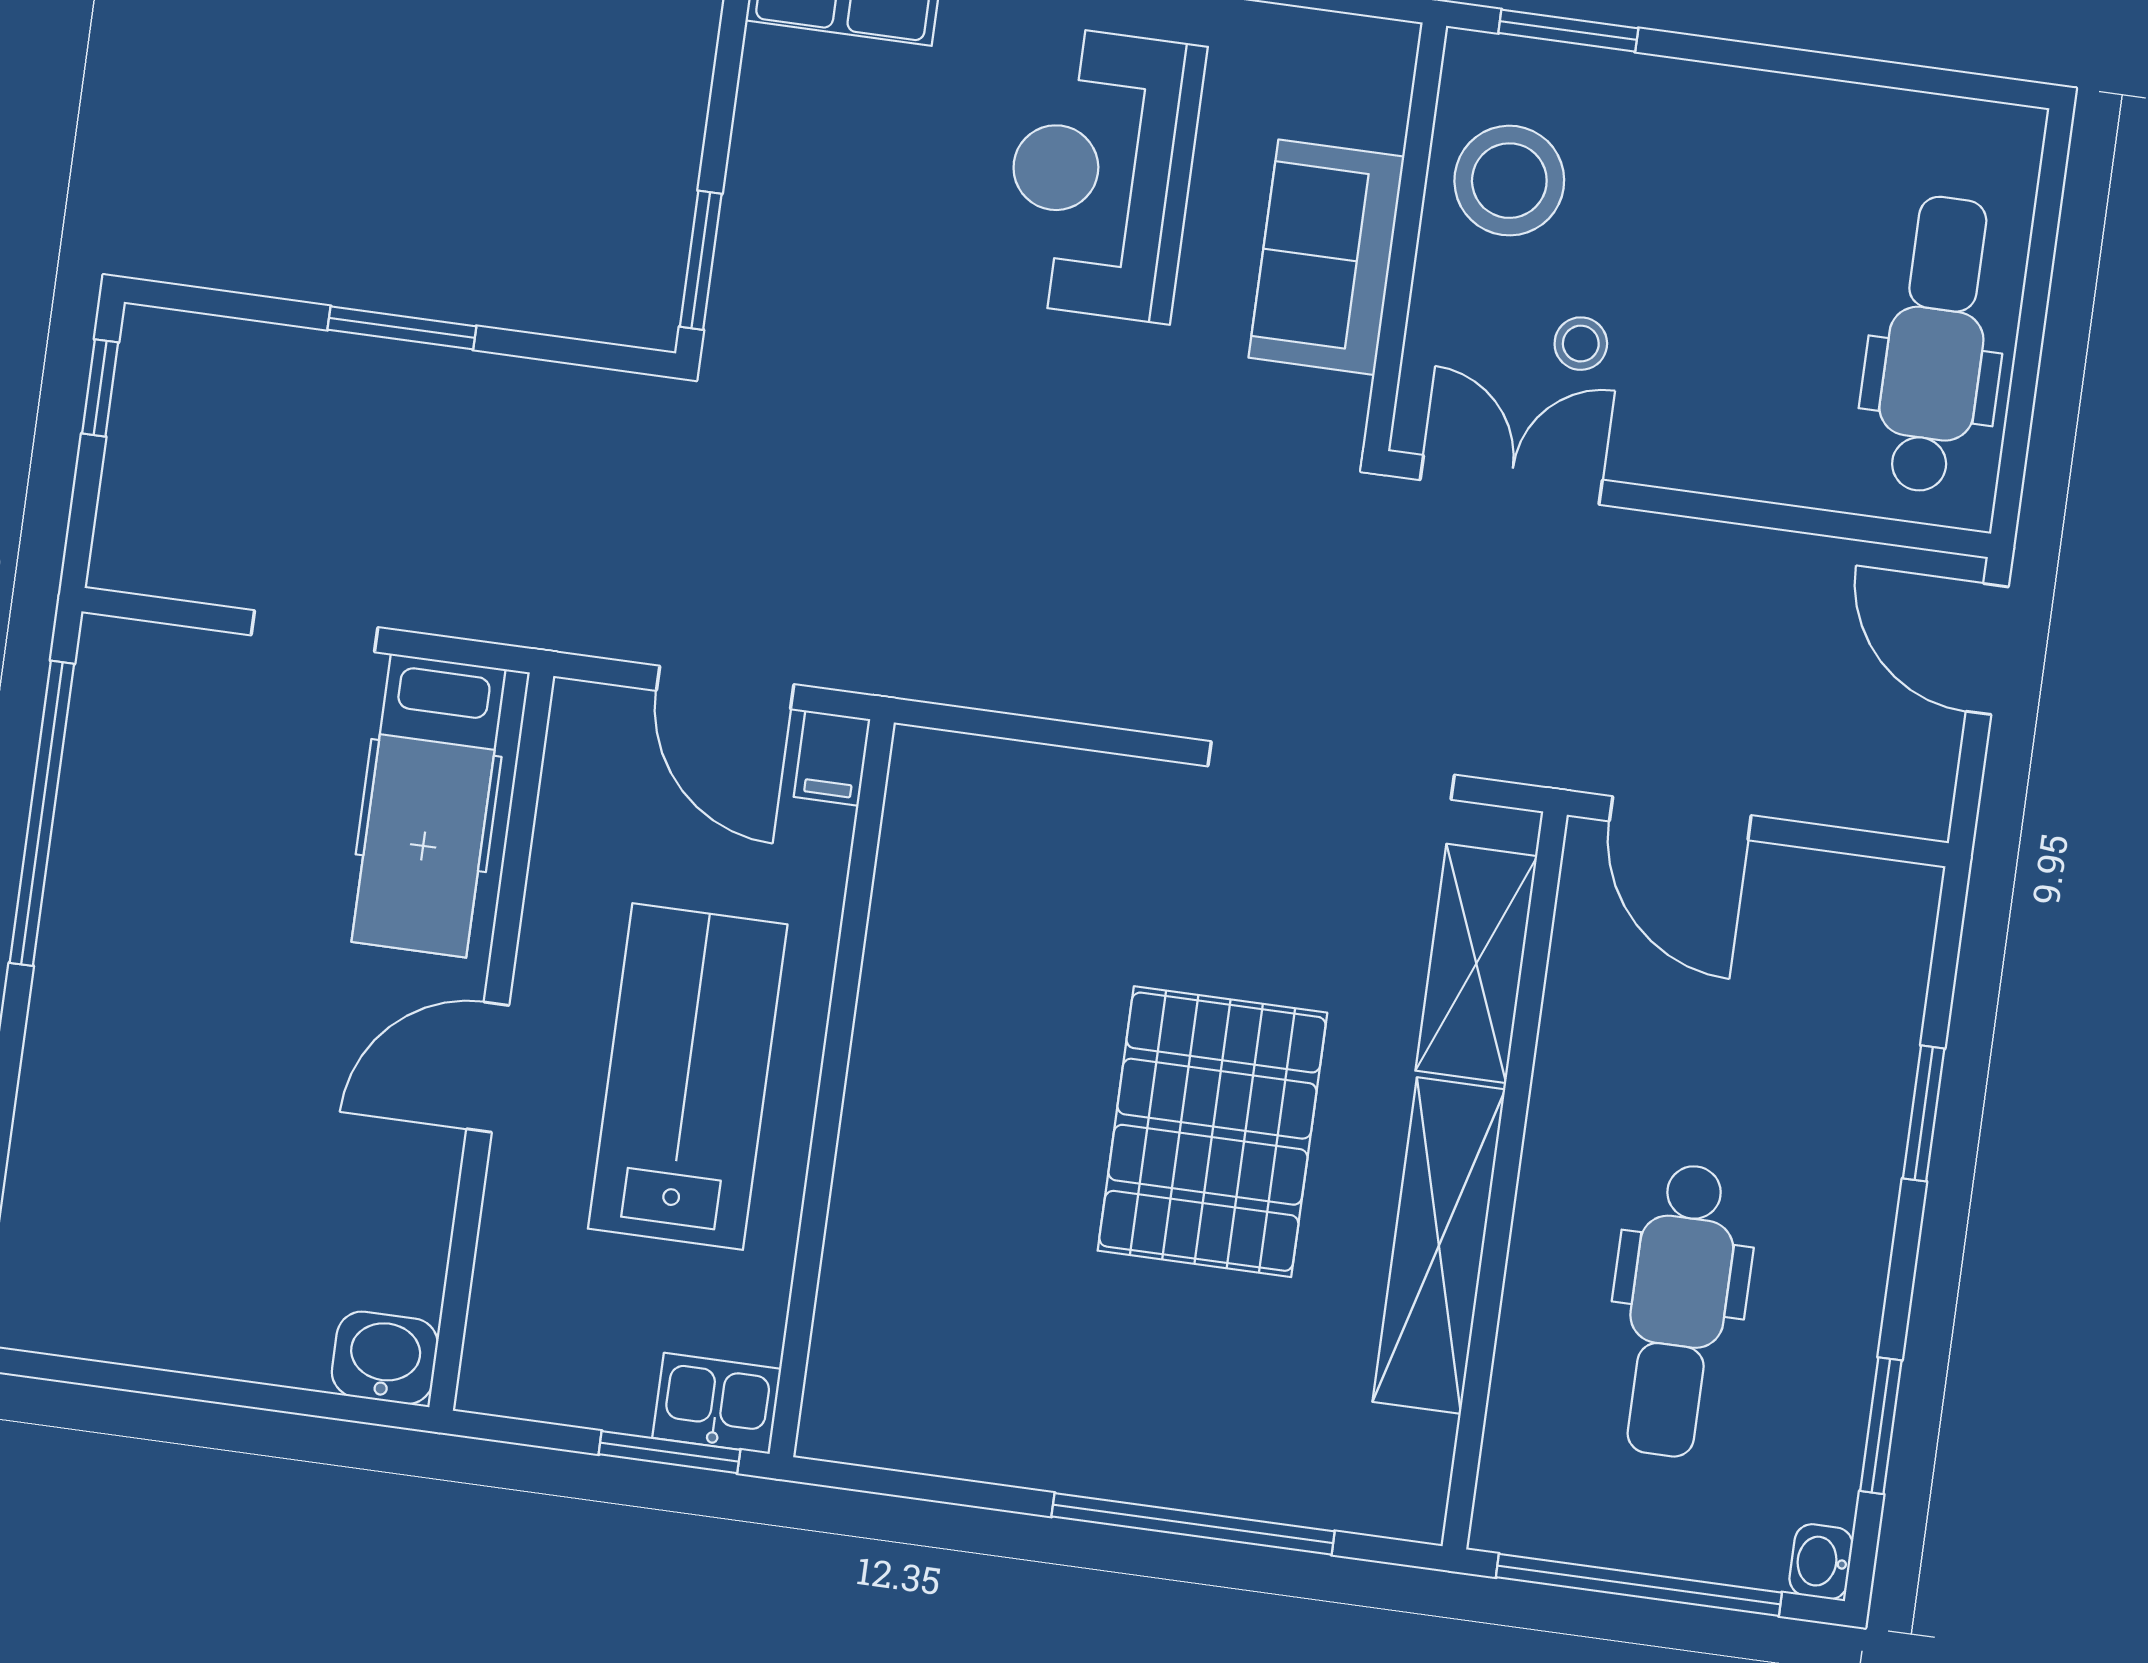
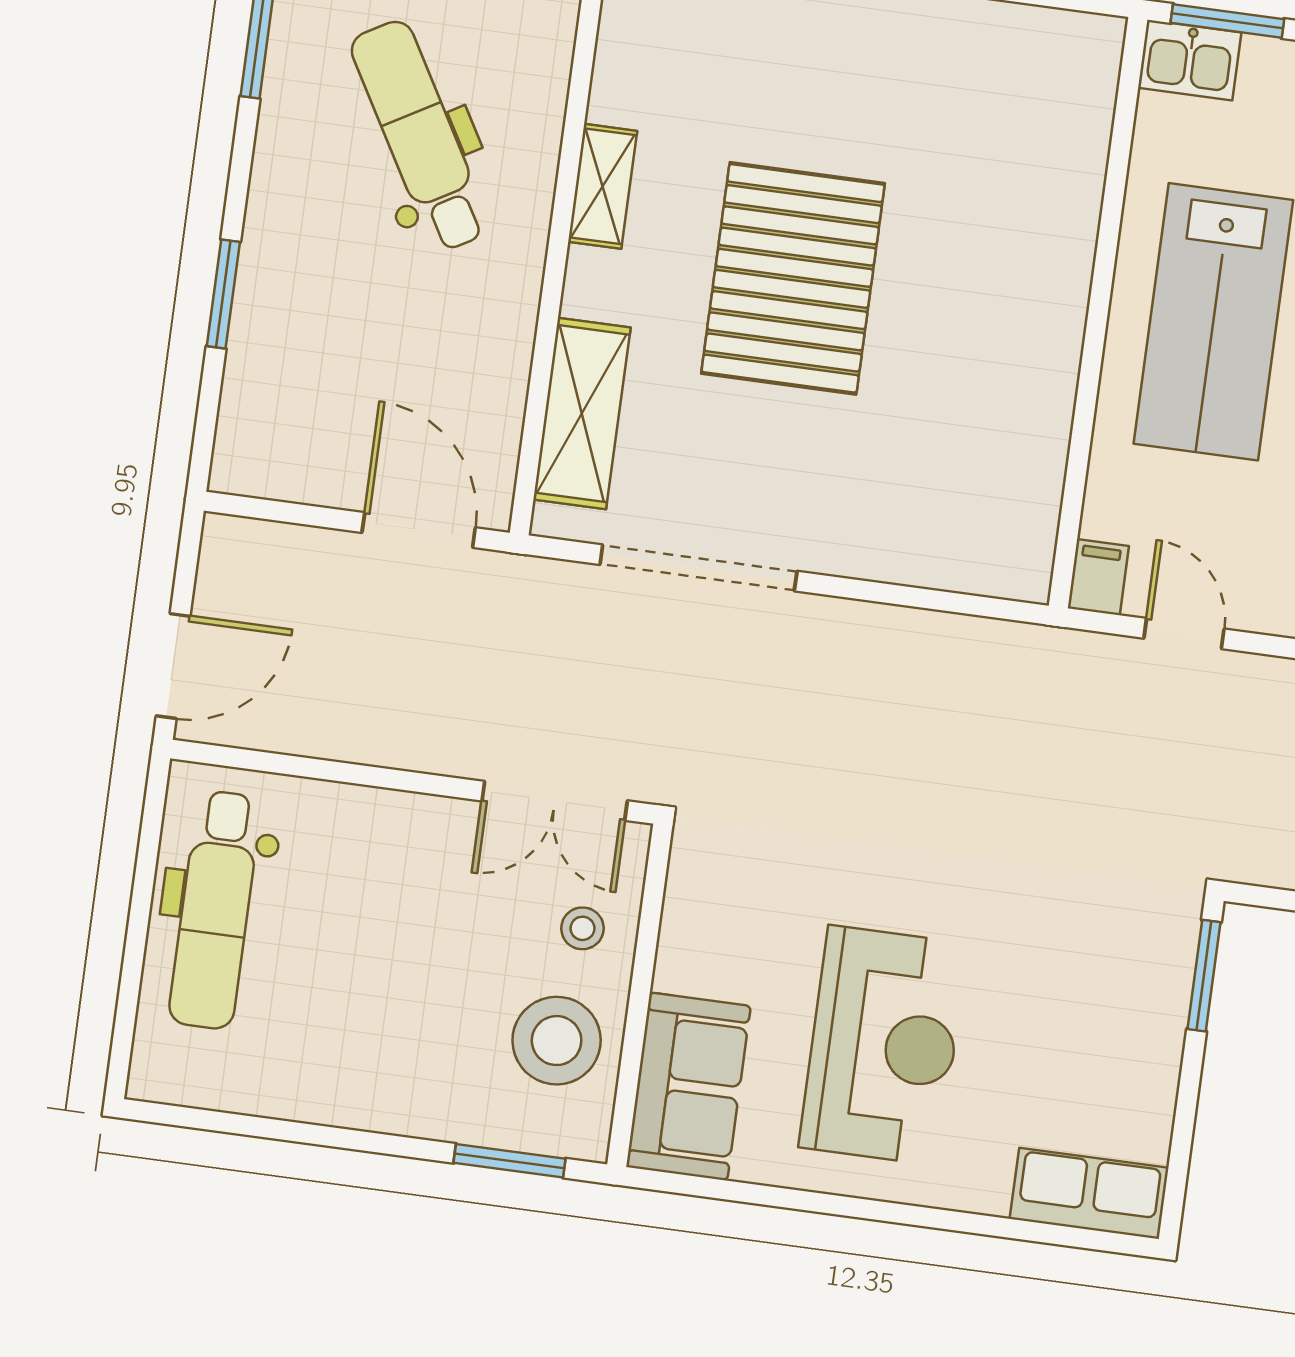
sofa: (1326, 257) -> (688, 1086), moved
stool: (1581, 344) -> (582, 928), moved
door: (1987, 649) -> (173, 666), hinge flipped
door: (725, 687) -> (1184, 634), width x0.73
shelving: (1439, 1246) -> (603, 186), width x0.45, depth x0.75
dental chair: (1678, 1311) -> (420, 136), turned -30

